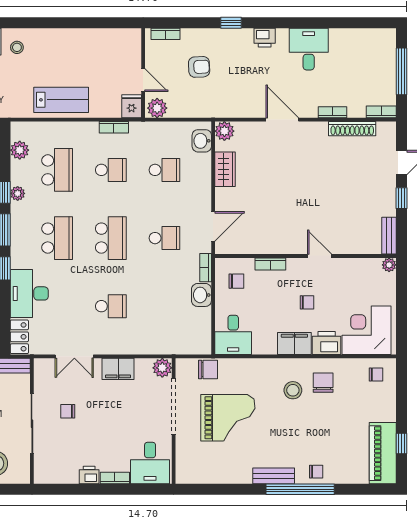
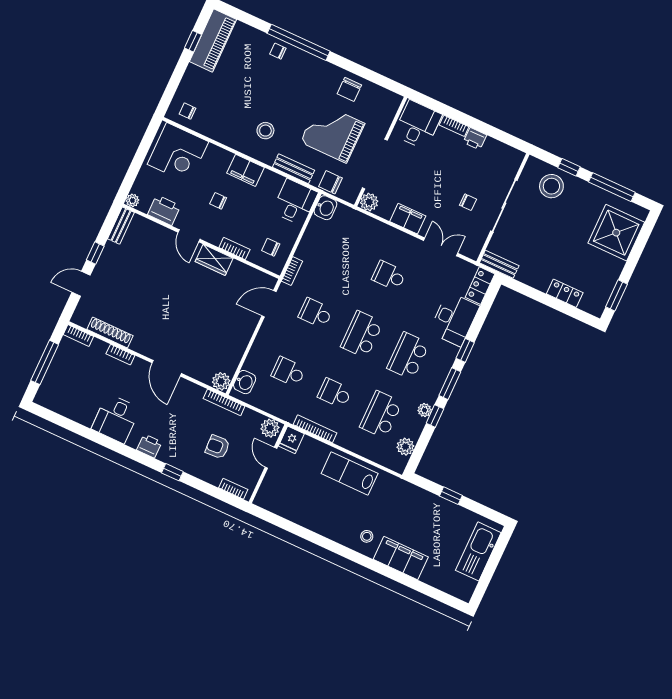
bookcase: (212, 112) -> (224, 402), added
bookcase: (114, 127) -> (315, 429), width x1.56
wardrobe: (225, 169) -> (214, 260), moved, turned -90
washbasin: (201, 295) -> (325, 208), moved
printer: (327, 343) -> (164, 210), moved, turned 180
chair: (323, 383) -> (349, 89), moved
bench: (274, 476) -> (294, 169), moved

